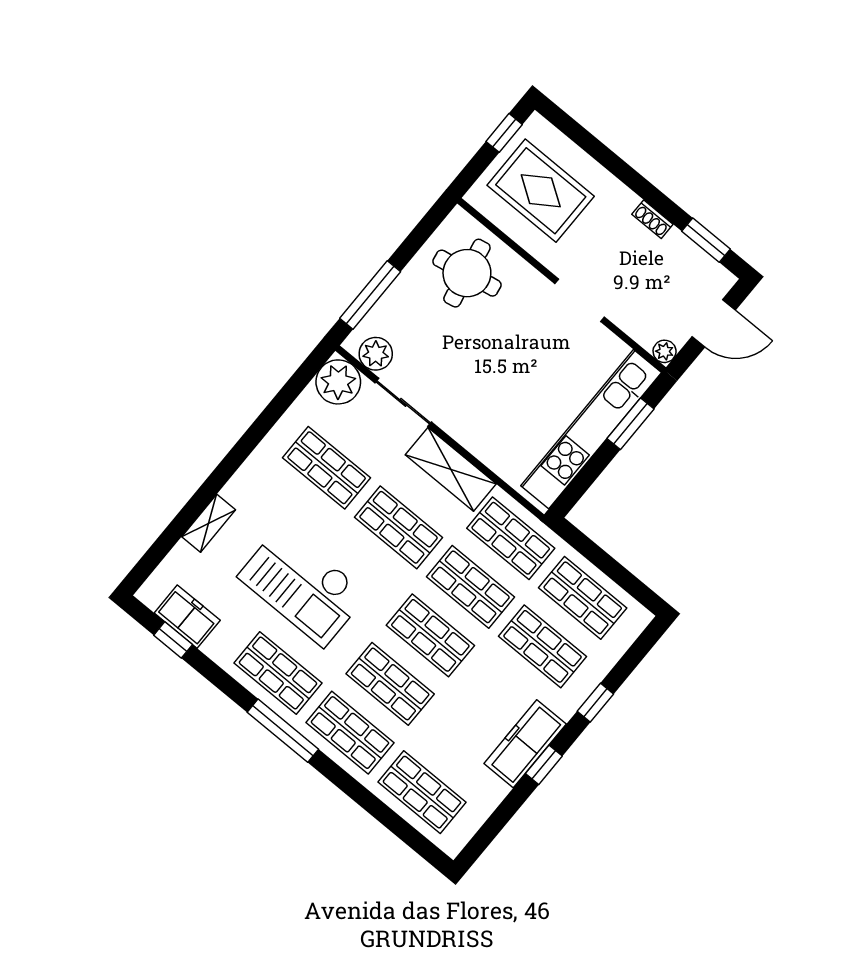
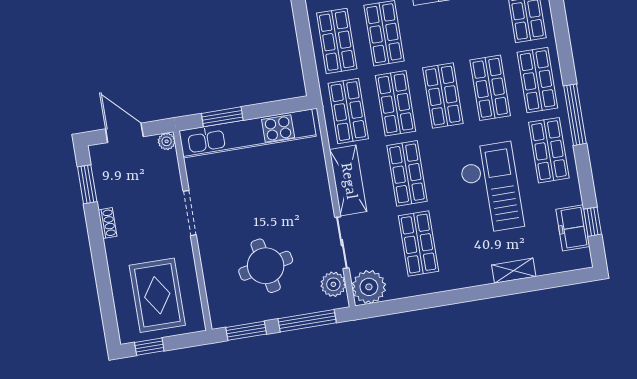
window: (422, 232) -> (246, 331), added
round table: (467, 273) -> (266, 266), moved

